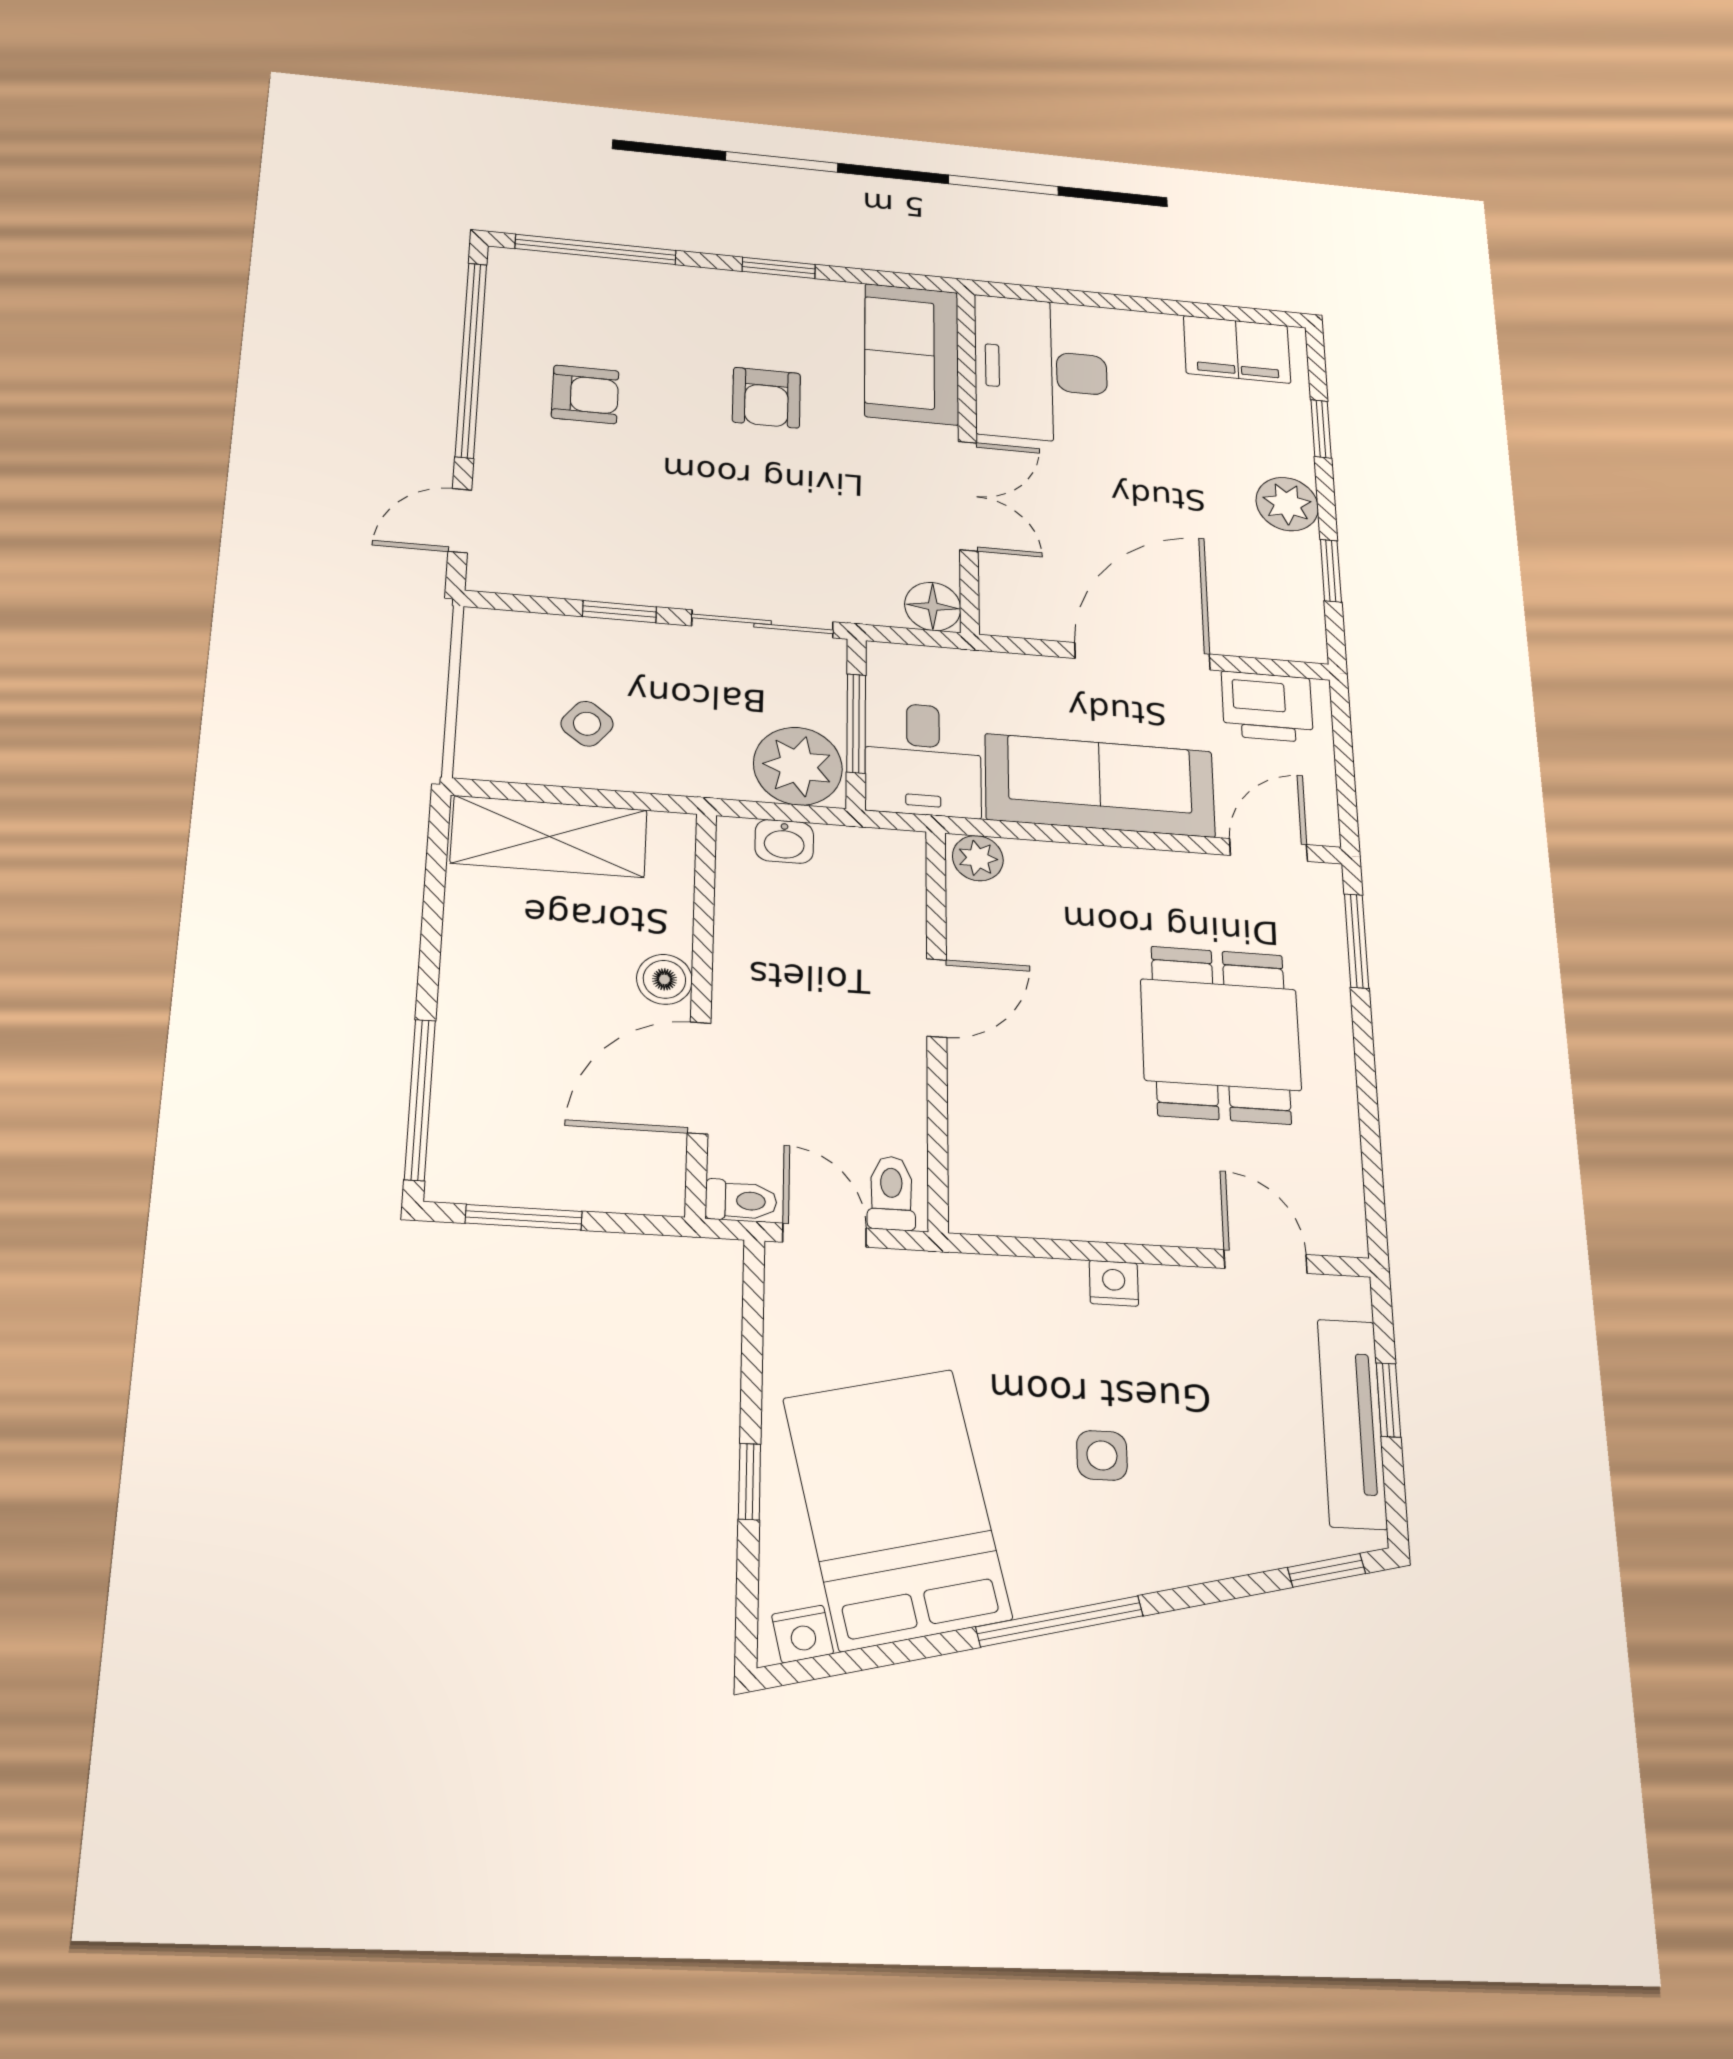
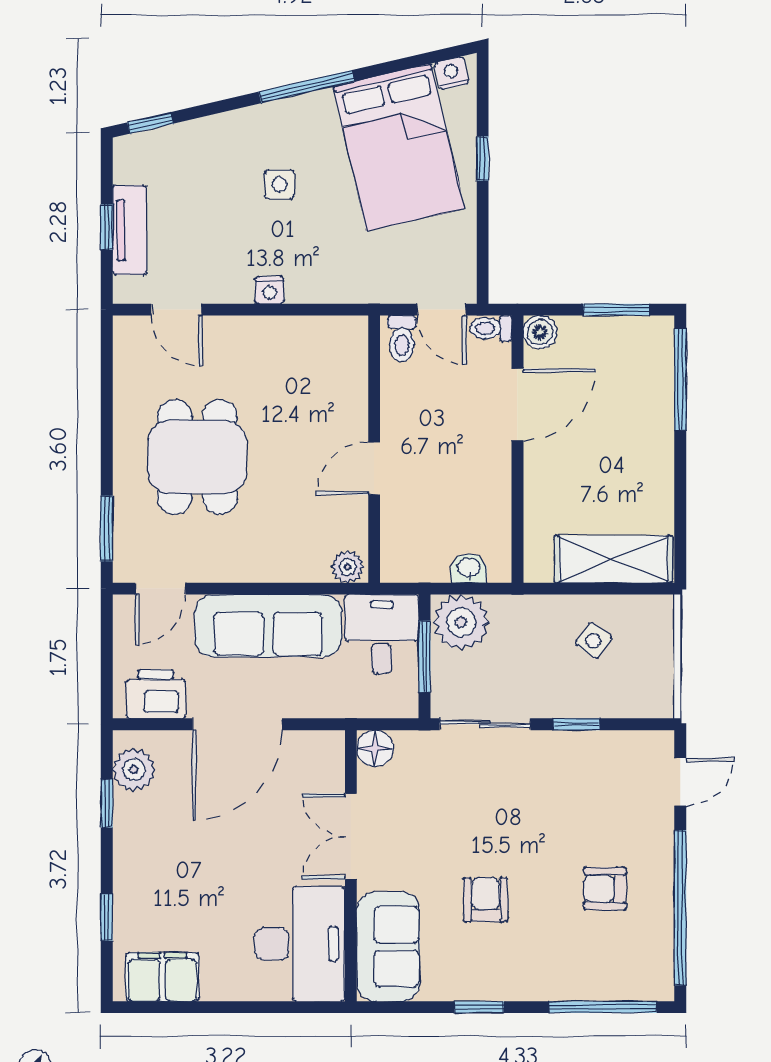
plant: (1287, 504) -> (134, 770), moved
boiler: (664, 979) -> (540, 332), moved
tv unit: (1352, 1423) -> (130, 230), width x0.71

